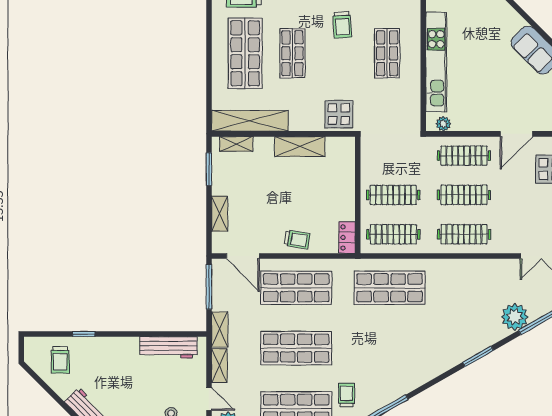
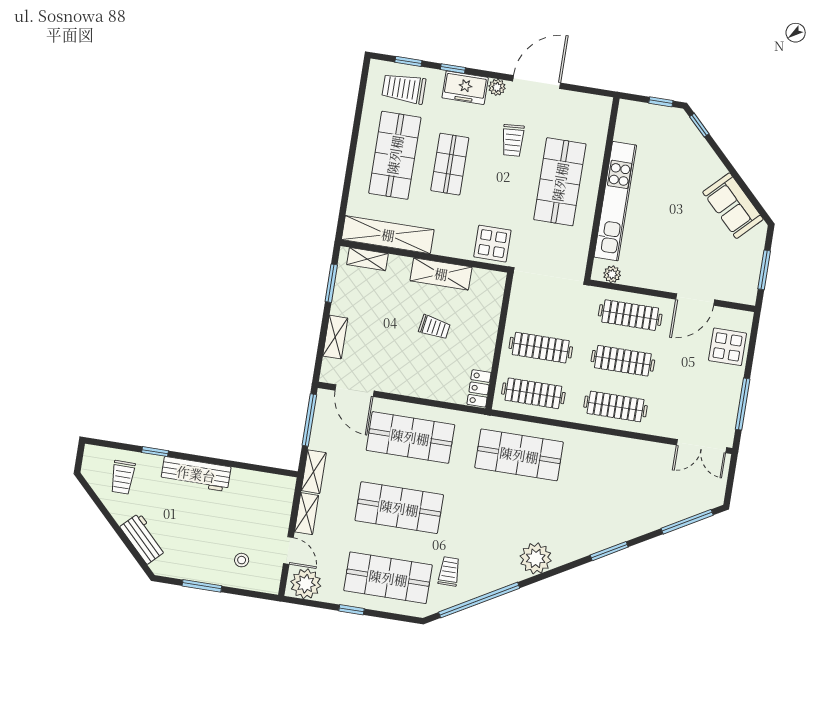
shop shelf: (387, 53) -> (560, 182), width x1.43, depth x1.36
trolley: (297, 239) -> (434, 327), moved
plant: (515, 317) -> (536, 558), moved
workbench: (168, 347) -> (196, 474), moved

